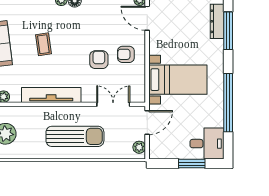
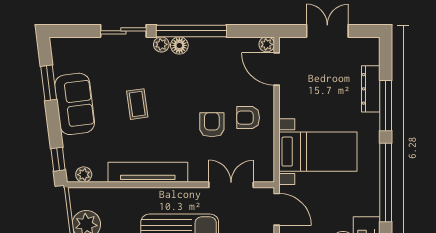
dresser: (217, 21) -> (371, 89), moved
window: (228, 31) -> (386, 106), moved
door: (147, 123) -> (277, 209), hinge flipped

